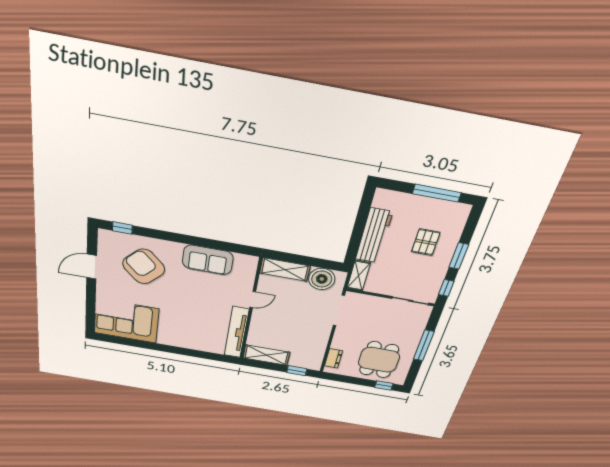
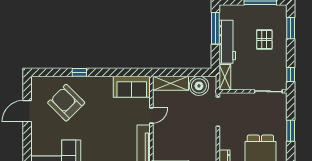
window: (362, 216) -> (215, 28), added
window: (122, 228) -> (79, 72), moved
window: (459, 256) -> (291, 28), moved
sofa: (208, 260) -> (132, 87), moved
window: (424, 345) -> (291, 131), width x0.69

